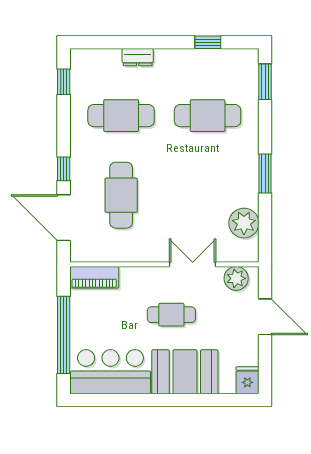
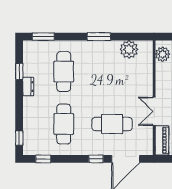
window: (98, 42) -> (19, 138), added
dresser: (138, 57) -> (28, 87), moved
double door: (193, 264) -> (154, 111), moved

